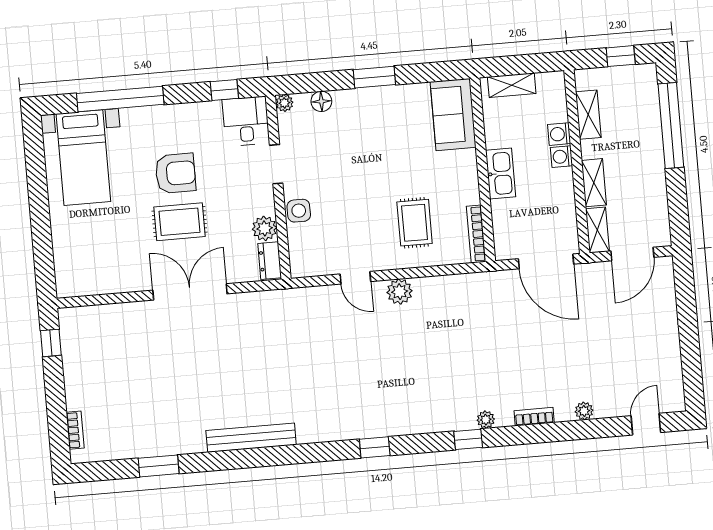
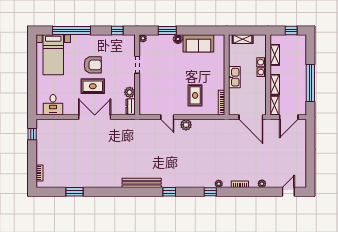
window: (374, 77) -> (167, 30), moved
floor lamp: (321, 101) -> (178, 39), moved
sofa: (453, 114) -> (198, 43), moved, turned -90
desk: (246, 121) -> (53, 105), moved, turned 180
window: (671, 125) -> (310, 83), moved
side table: (299, 211) -> (145, 86), removed
bench: (251, 438) -> (142, 183), moved

